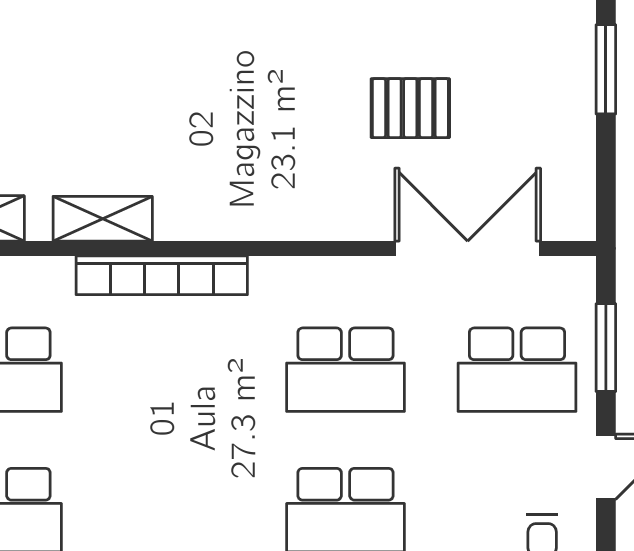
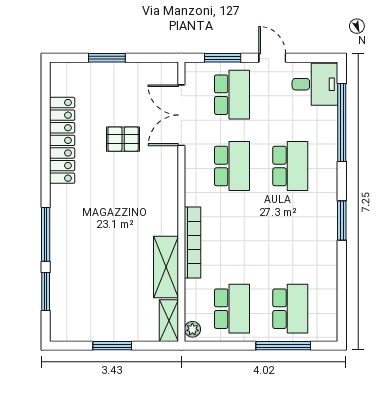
pallet: (410, 108) -> (123, 139), turned 90
shelving: (103, 219) -> (166, 267), width x1.50, depth x1.33

